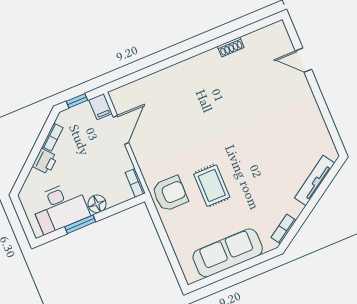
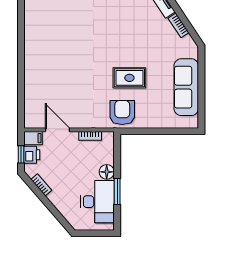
shoe rack: (231, 47) -> (29, 19), removed
printer: (45, 161) -> (32, 155), moved, turned 41
bookcase: (135, 183) -> (90, 136), moved
bookcase: (284, 229) -> (179, 25), moved

